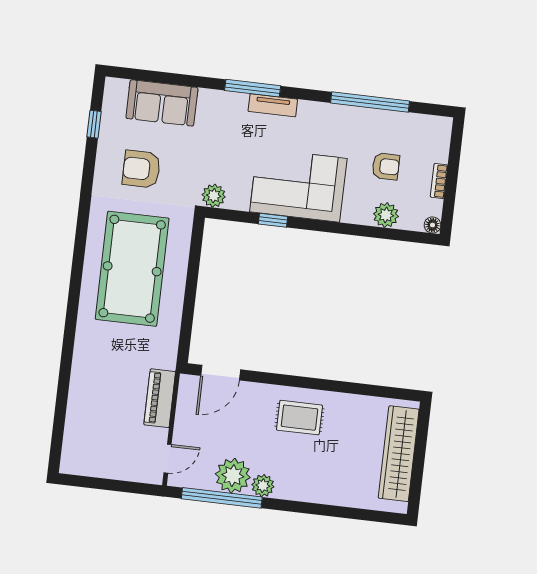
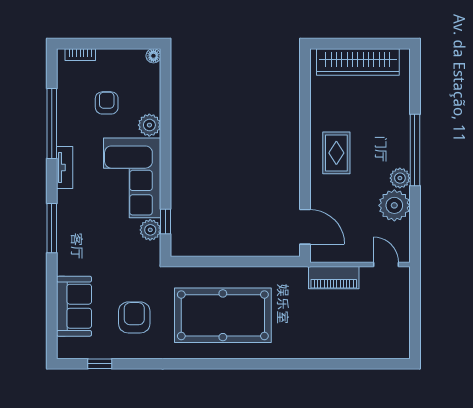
tv unit: (273, 105) -> (65, 168), moved
armchair: (141, 169) -> (134, 317), turned 180
bookcase: (439, 181) -> (80, 55), moved
plant: (214, 196) -> (150, 230), moved
plant: (386, 215) -> (149, 125), moved
window: (273, 220) -> (166, 222), moved
window: (222, 498) -> (415, 150), moved

